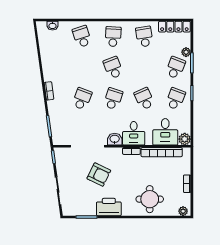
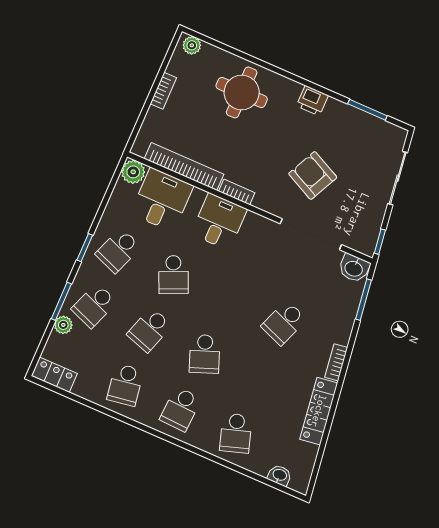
locker: (174, 27) -> (54, 375), width x0.66
locker: (47, 64) -> (319, 411), added
school desk: (113, 99) -> (149, 330), moved
washbasin: (115, 139) -> (354, 268), moved
printer: (109, 207) -> (312, 101), width x0.53, depth x0.68

